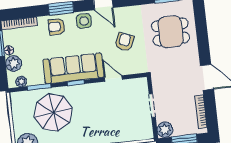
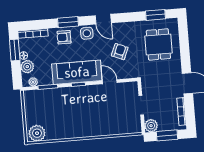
dining table: (171, 32) -> (158, 44), turned 90
parasol: (53, 112) -> (59, 108), removed

